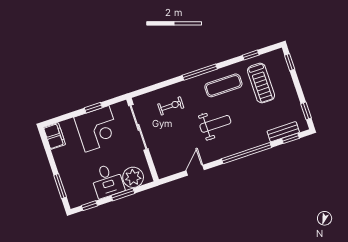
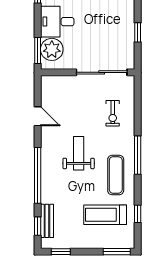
window: (290, 62) -> (117, 252), width x1.50
weight bench: (215, 124) -> (79, 153), turned 180
corner desk: (97, 129) -> (114, 29), removed
window: (123, 194) -> (38, 50), moved

